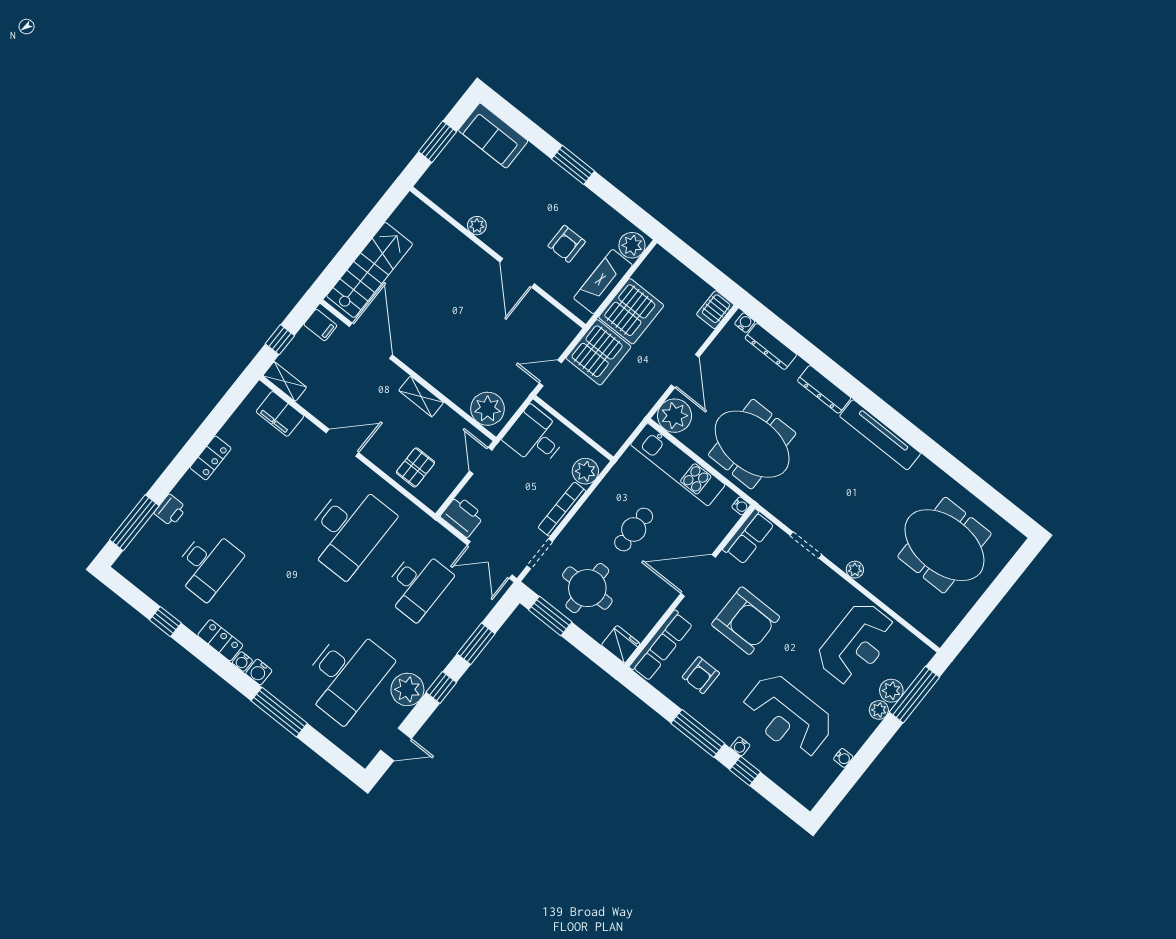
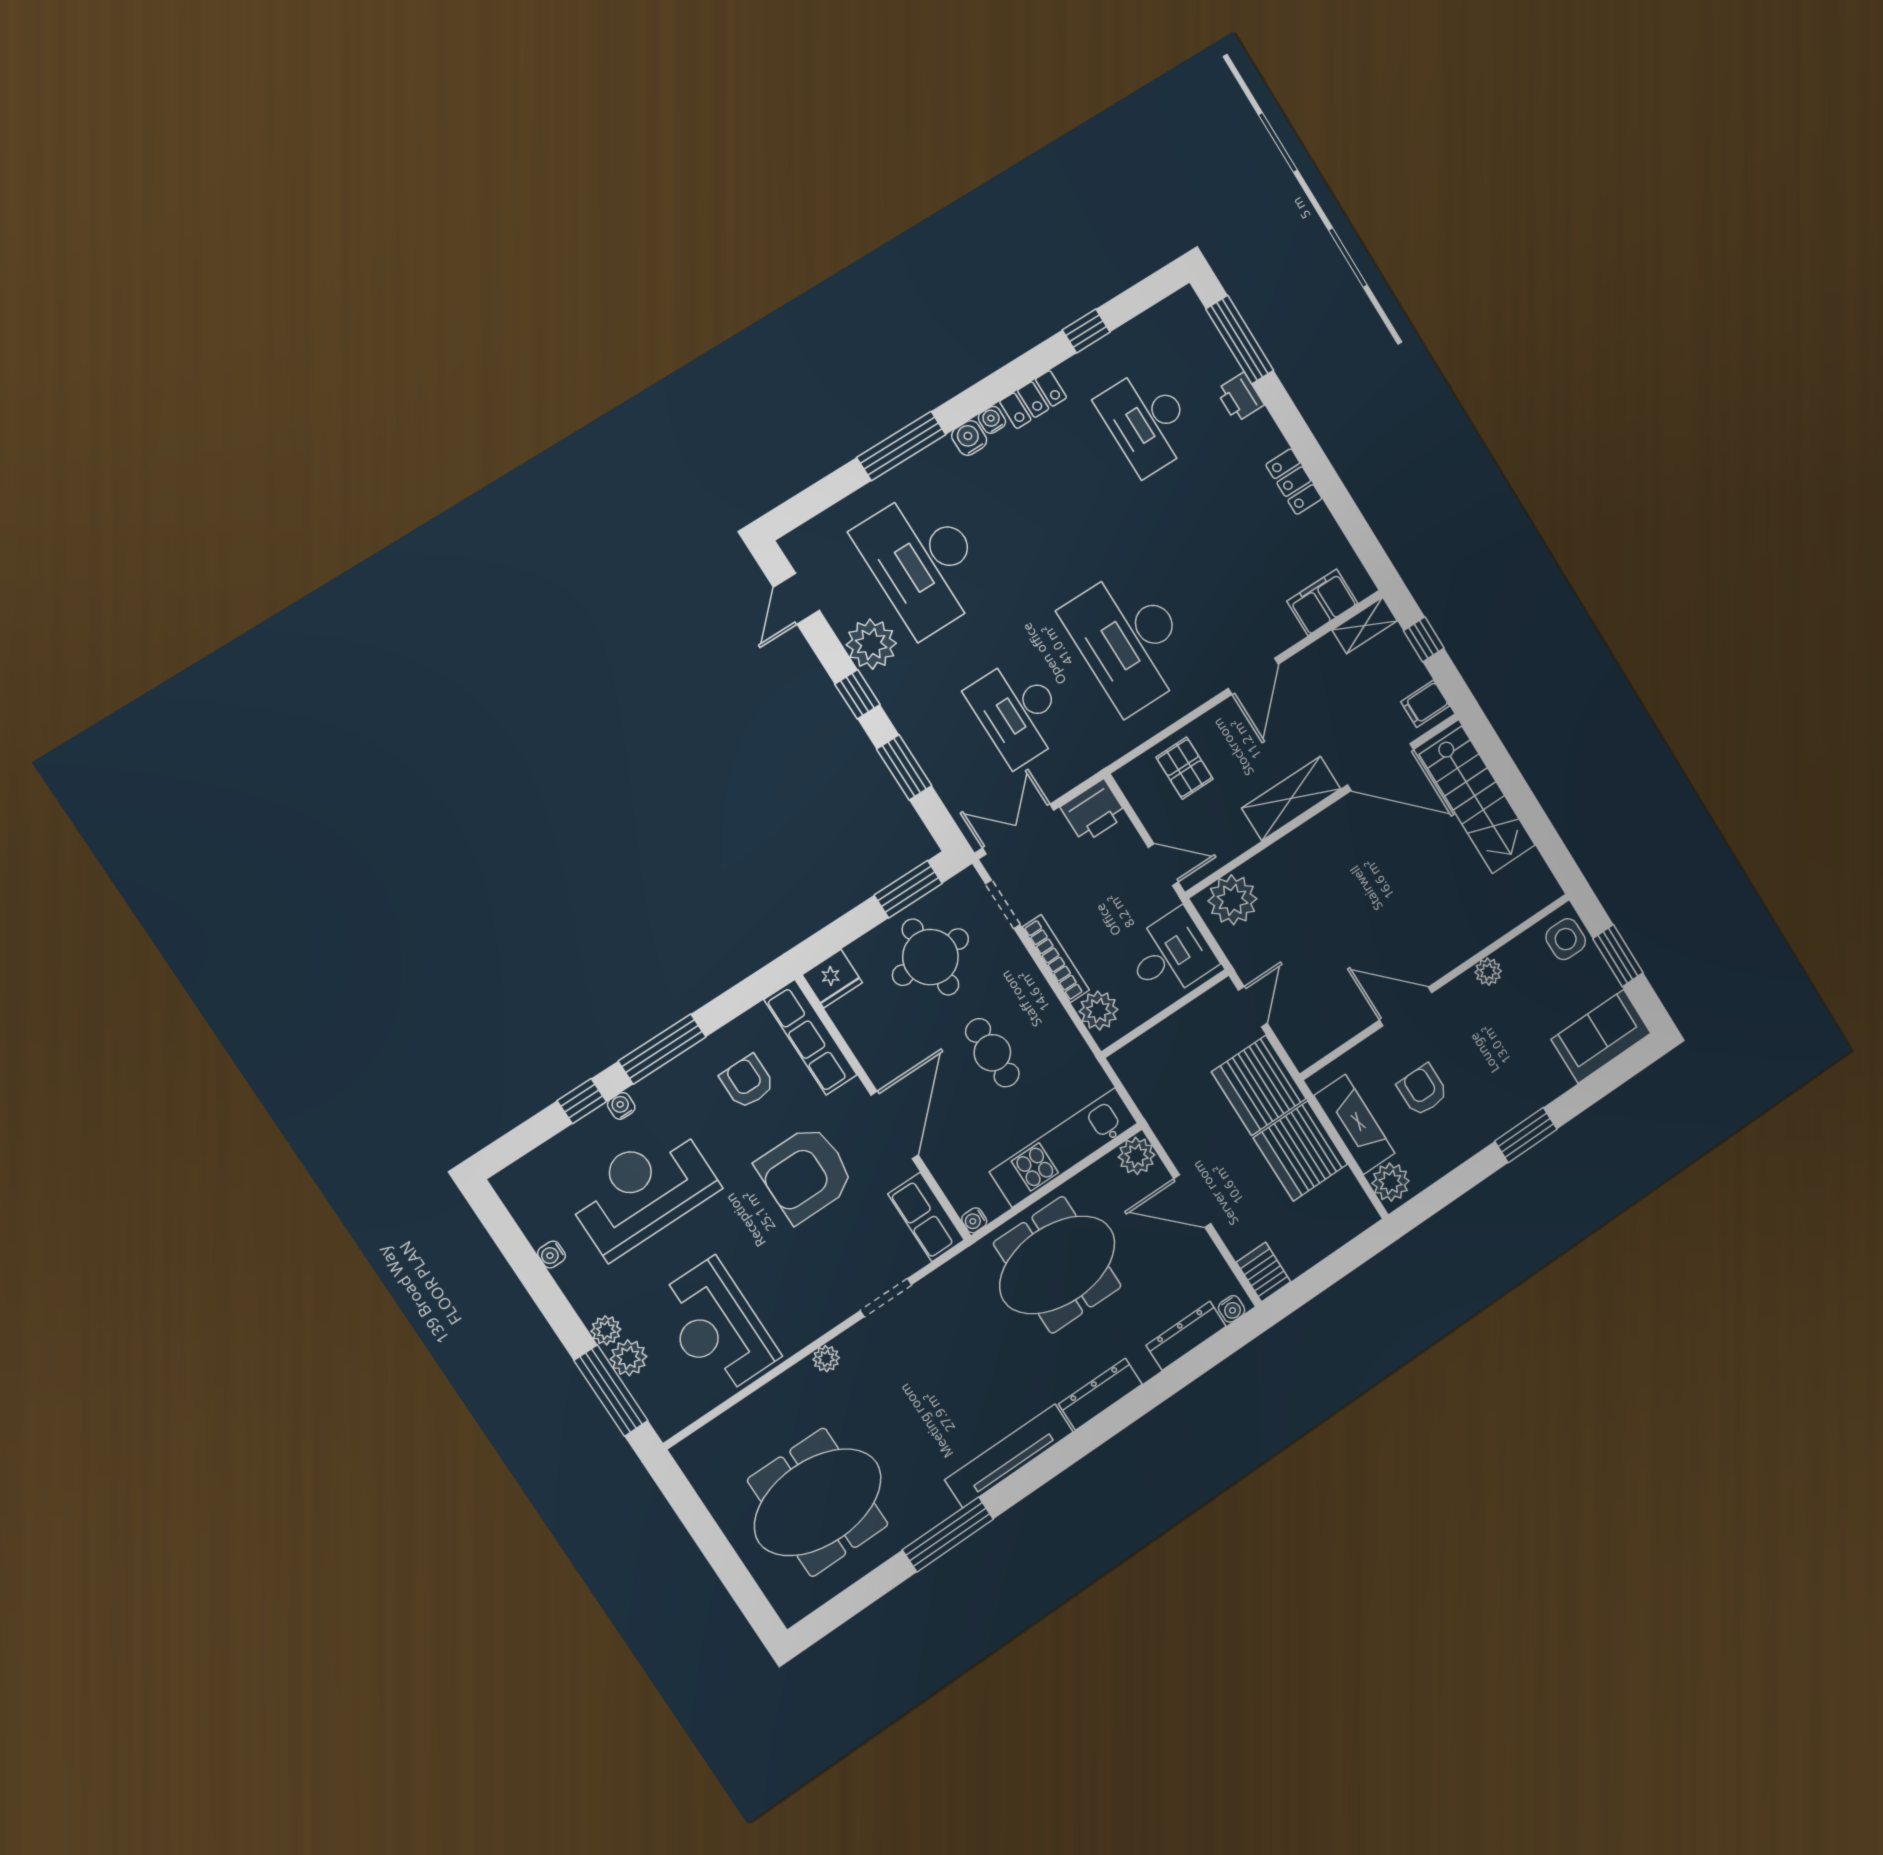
side table: (439, 181) -> (1566, 939), added
shelving: (421, 396) -> (1291, 798), width x1.50, depth x1.33
plant: (674, 416) -> (1137, 1156), width x0.73, depth x0.73
window: (940, 457) -> (948, 1534), added

